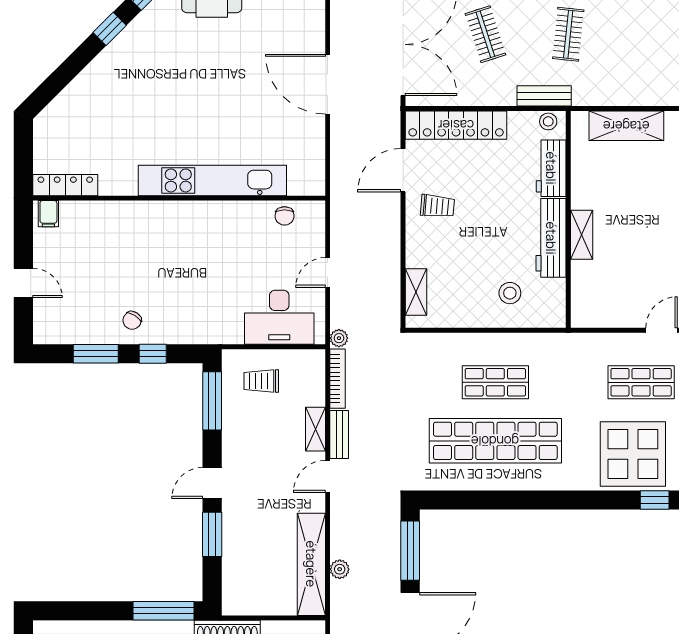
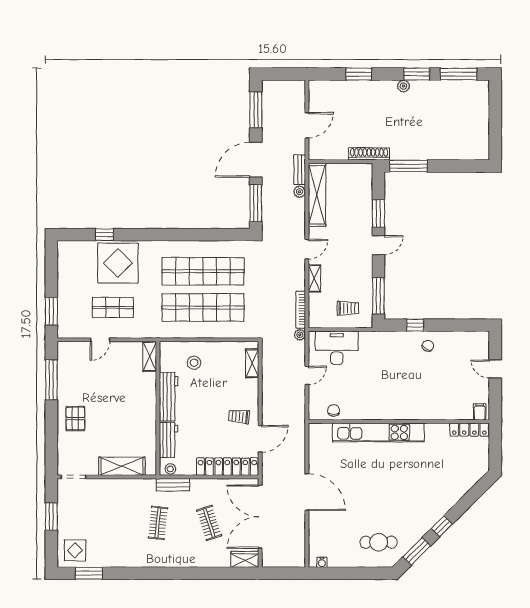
shelving: (582, 235) -> (150, 356), moved
window: (96, 354) -> (450, 325), removed
shop shelf: (495, 382) -> (203, 307), width x2.00, depth x1.36
bench: (339, 434) -> (300, 170), moved

